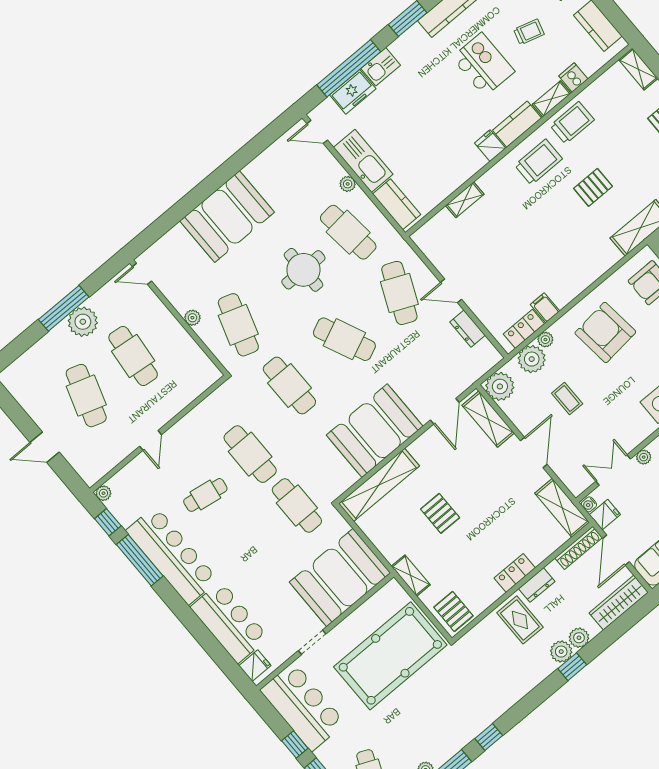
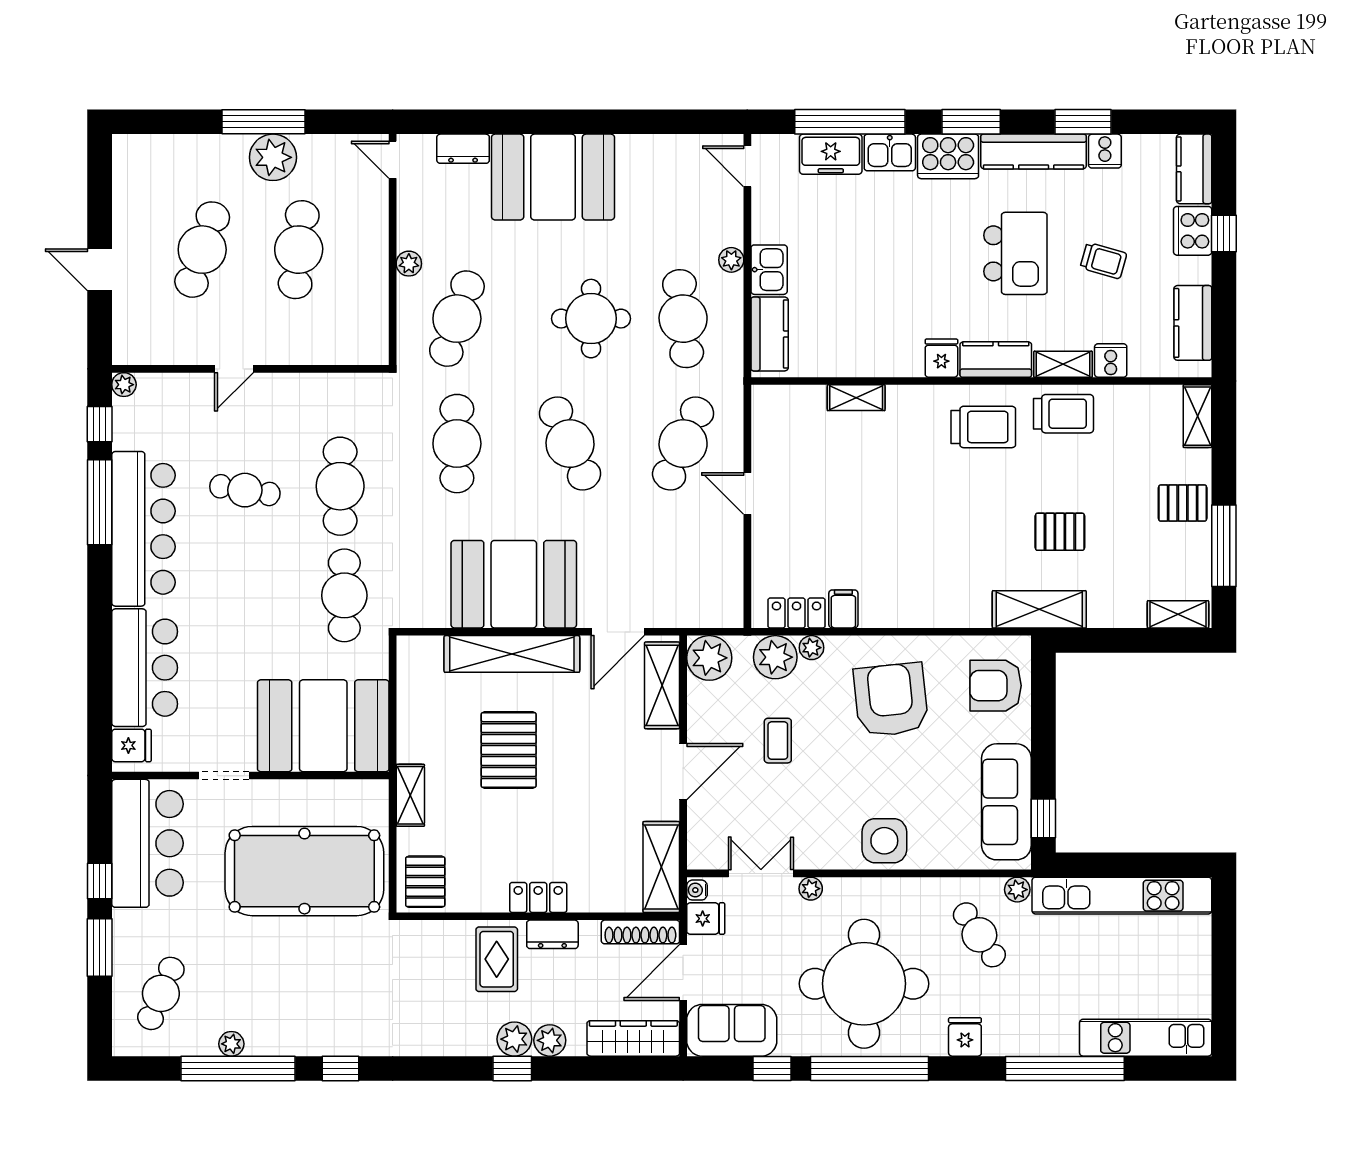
cooker: (411, 45) -> (948, 156), added
kitchen sink: (363, 161) -> (769, 270), width x0.53, depth x0.81
pallet: (593, 187) -> (1060, 532), moved
dresser: (468, 329) -> (463, 149), moved, turned -90
shelving: (379, 485) -> (512, 654), moved
pallet: (440, 513) -> (509, 750), width x1.50, depth x1.42

